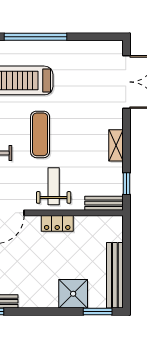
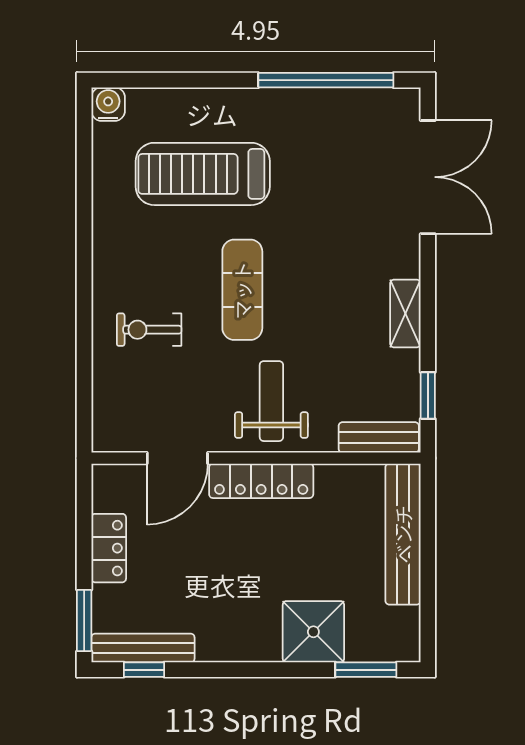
window: (35, 37) -> (326, 80), moved
locker: (57, 223) -> (261, 481), width x1.53
bench: (115, 275) -> (403, 534), moved

